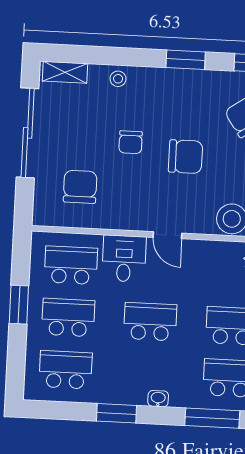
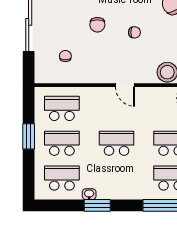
chair: (186, 157) -> (134, 32), width x0.54, depth x0.54
chair: (80, 187) -> (65, 56), width x0.54, depth x0.54
desk: (124, 259) -> (97, 102), removed
washbasin: (158, 399) -> (89, 194), moved

